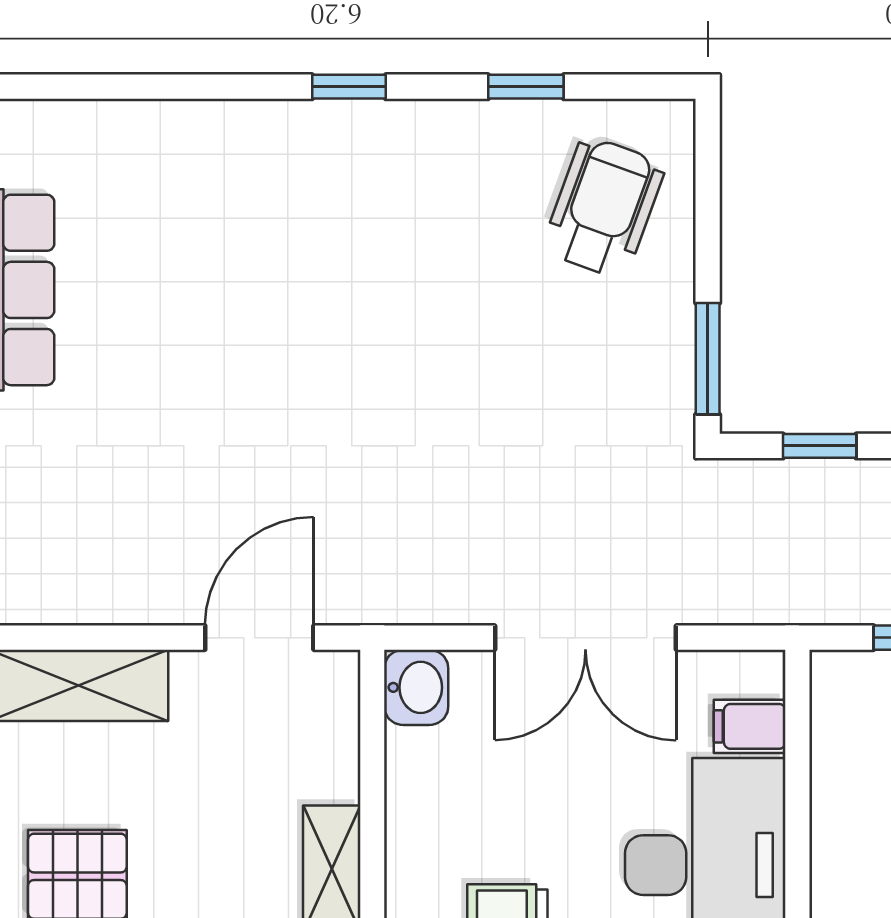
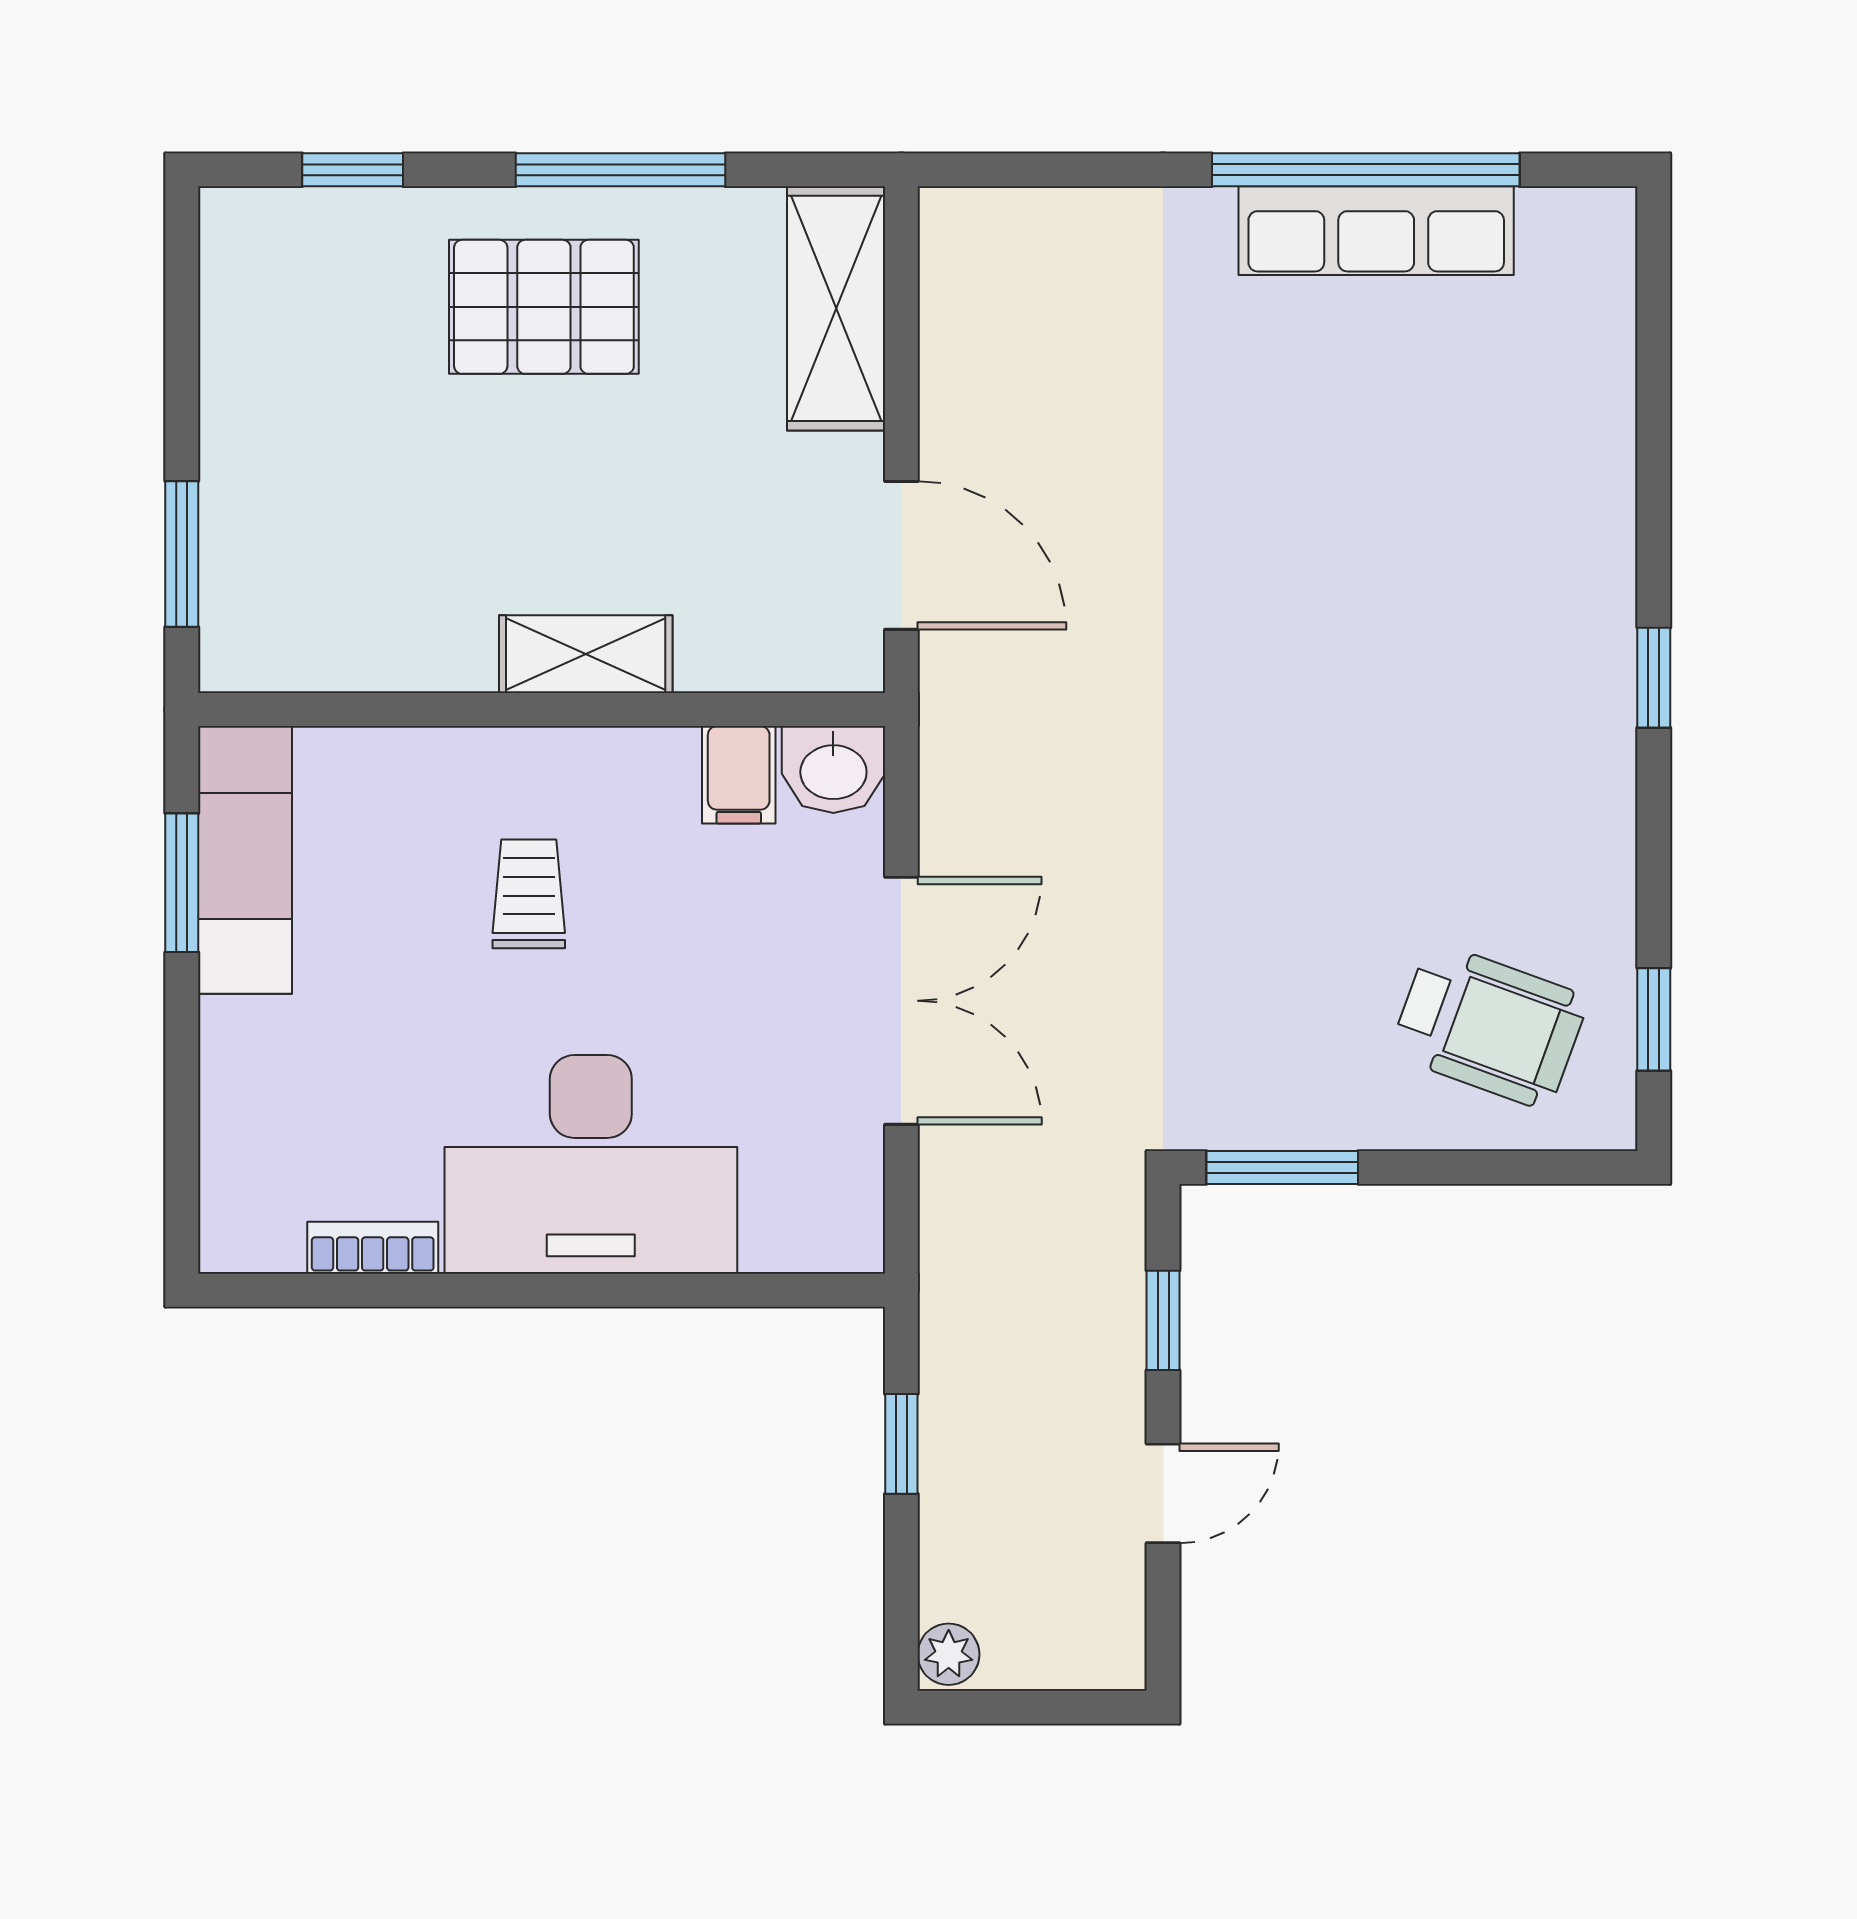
window: (526, 87) -> (1654, 1019), moved
double door: (585, 638) -> (901, 1001), swing flipped
filing cabinet: (750, 726) -> (739, 775), moved, turned 180

